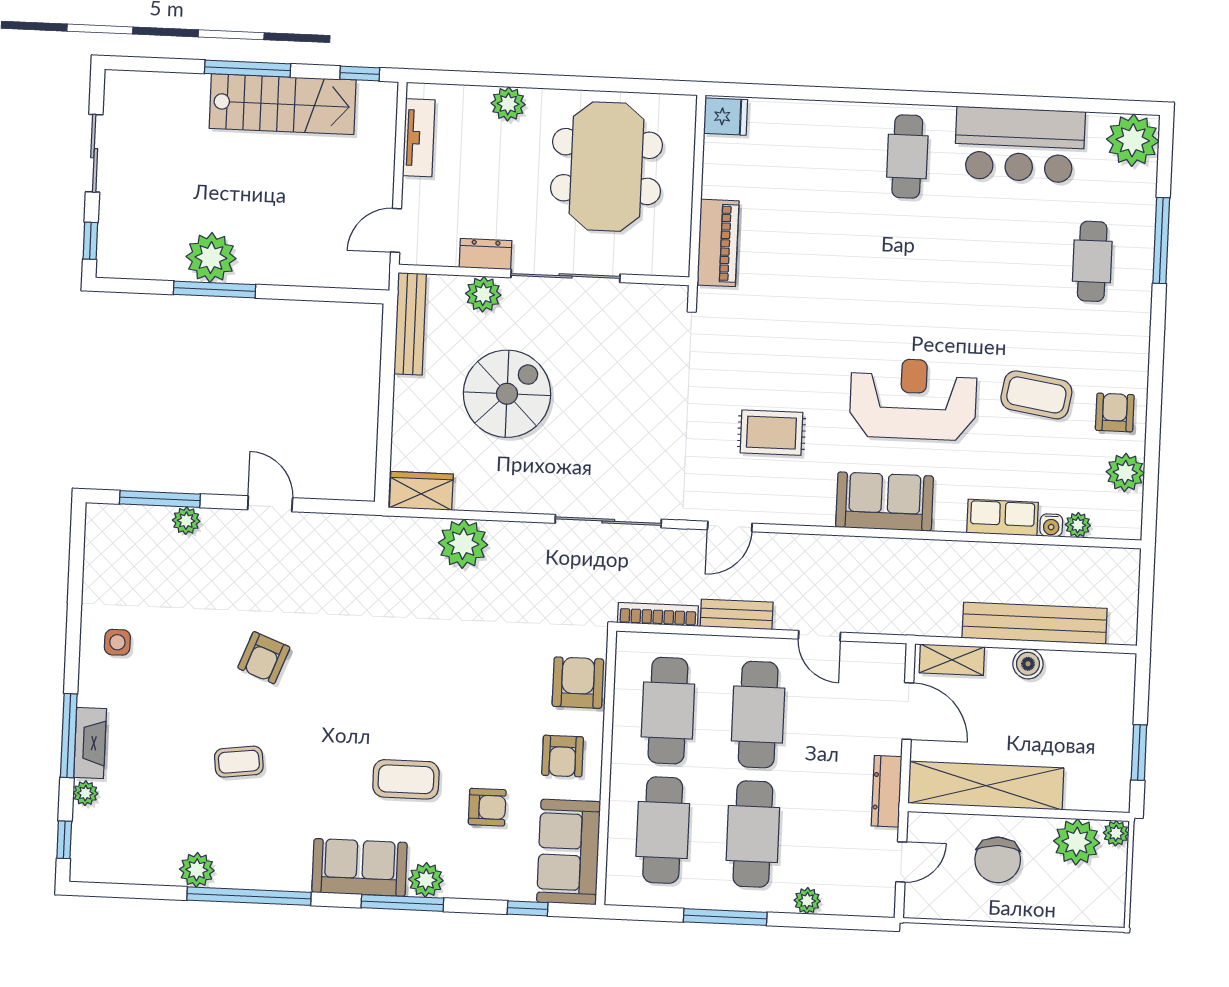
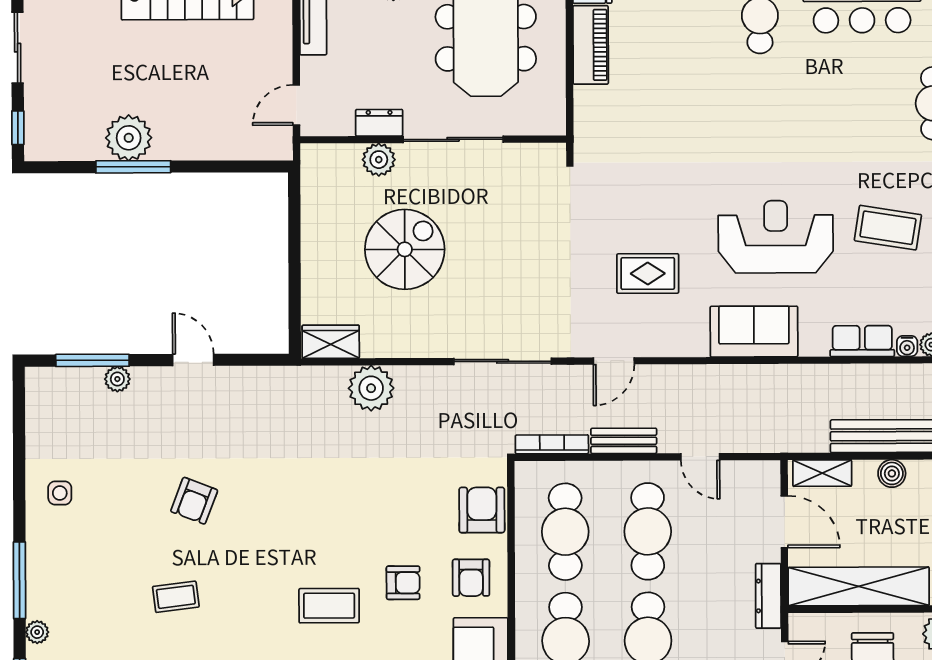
piano: (718, 243) -> (591, 45), moved
bench: (410, 324) -> (313, 190), removed
fireplace: (90, 743) -> (39, 586), removed
armchair: (487, 807) -> (403, 583), moved

